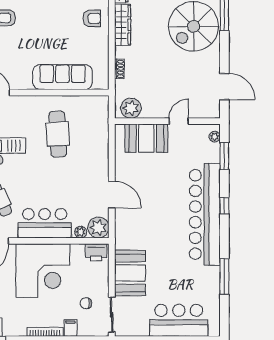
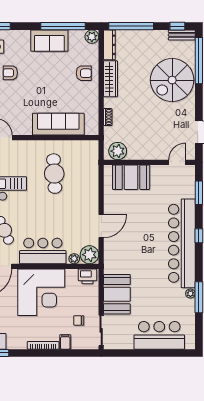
door: (179, 121) -> (177, 162), moved
plant: (215, 137) -> (190, 293), moved
door: (112, 195) -> (101, 226), hinge flipped

